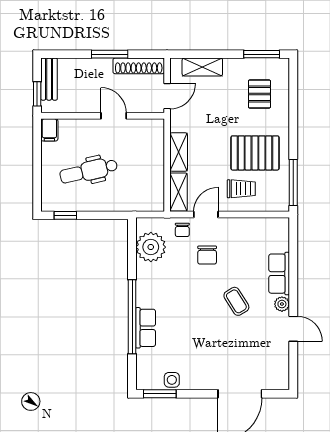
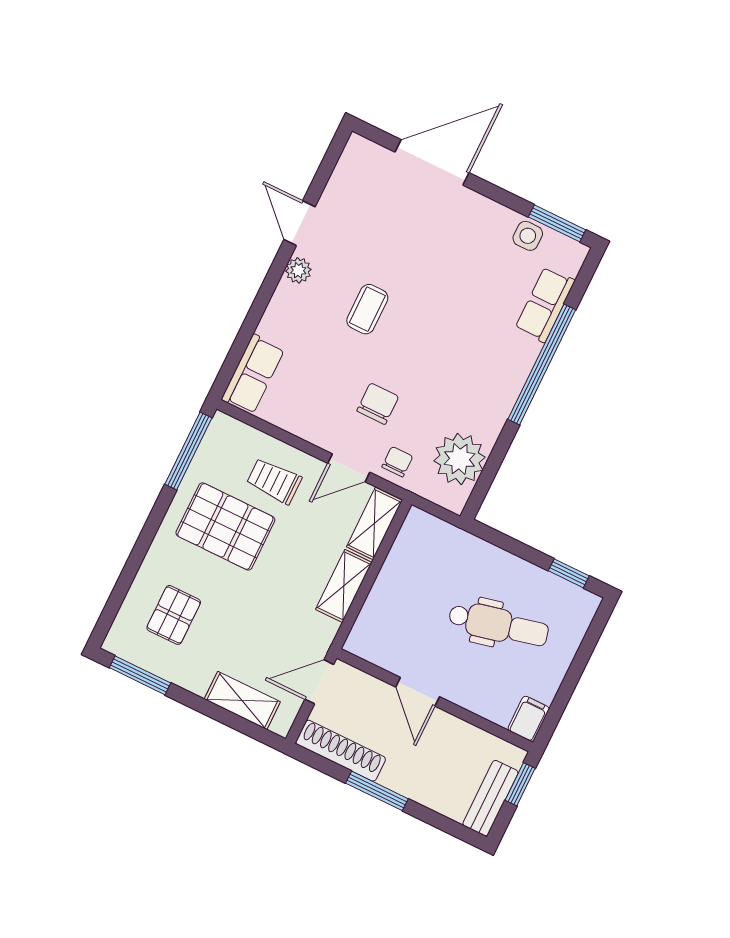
row of seats: (279, 274) -> (253, 374), moved
coffee table: (236, 301) -> (367, 309), turned 32
row of seats: (146, 328) -> (545, 304), moved

